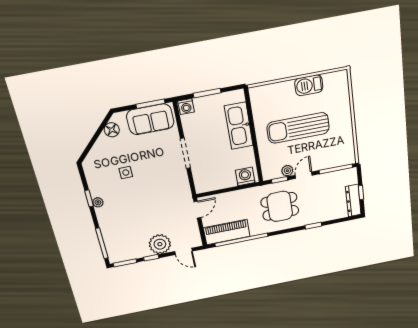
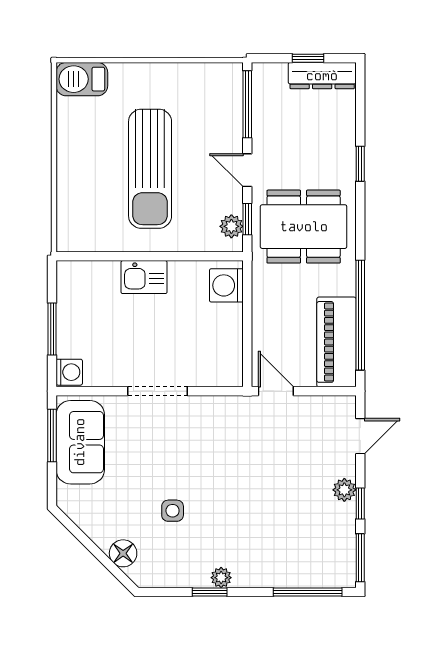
barbecue: (309, 85) -> (82, 79), moved, turned 90
kitchen sink: (239, 126) -> (144, 277), width x0.53, depth x0.81
floor lamp: (112, 130) -> (123, 553), moved
plant: (287, 171) -> (231, 226), moved
dining table: (280, 206) -> (304, 227), width x1.38
plant: (160, 244) -> (344, 490), width x0.53, depth x0.53

